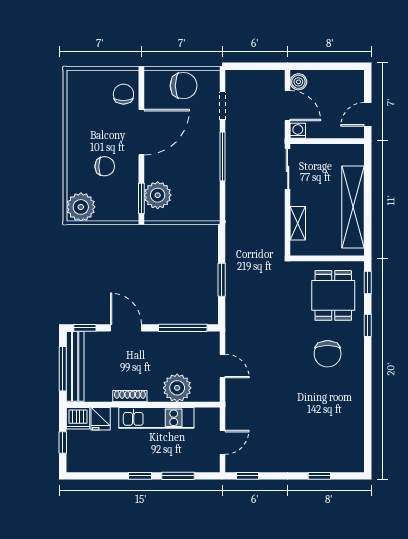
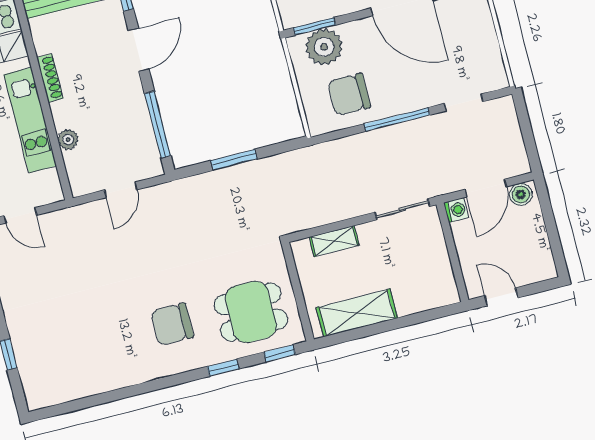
chair: (184, 86) -> (349, 94), moved, turned 90
shelving: (353, 207) -> (357, 313), width x0.68
plant: (177, 388) -> (68, 140), width x0.53, depth x0.53

